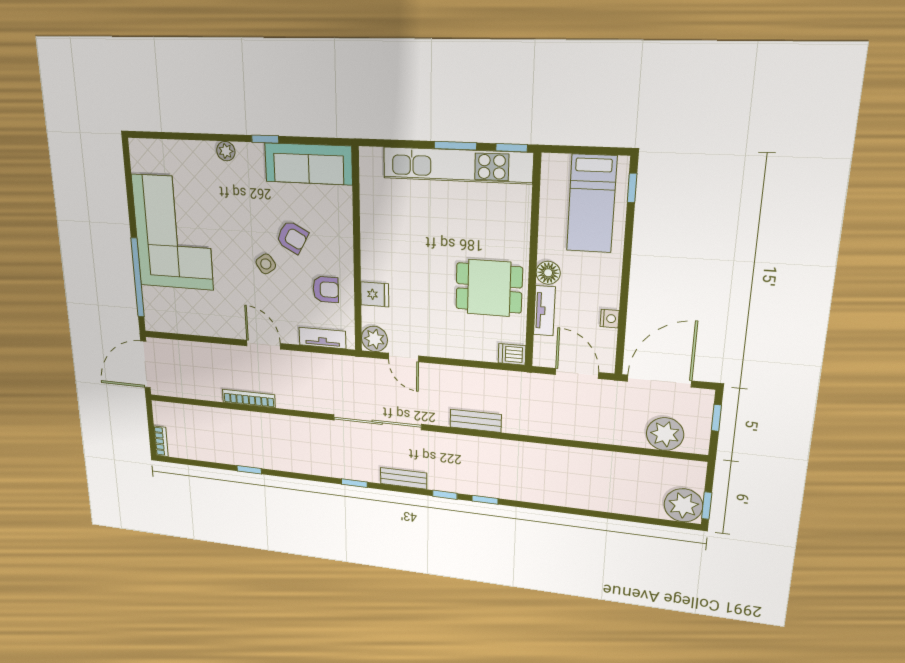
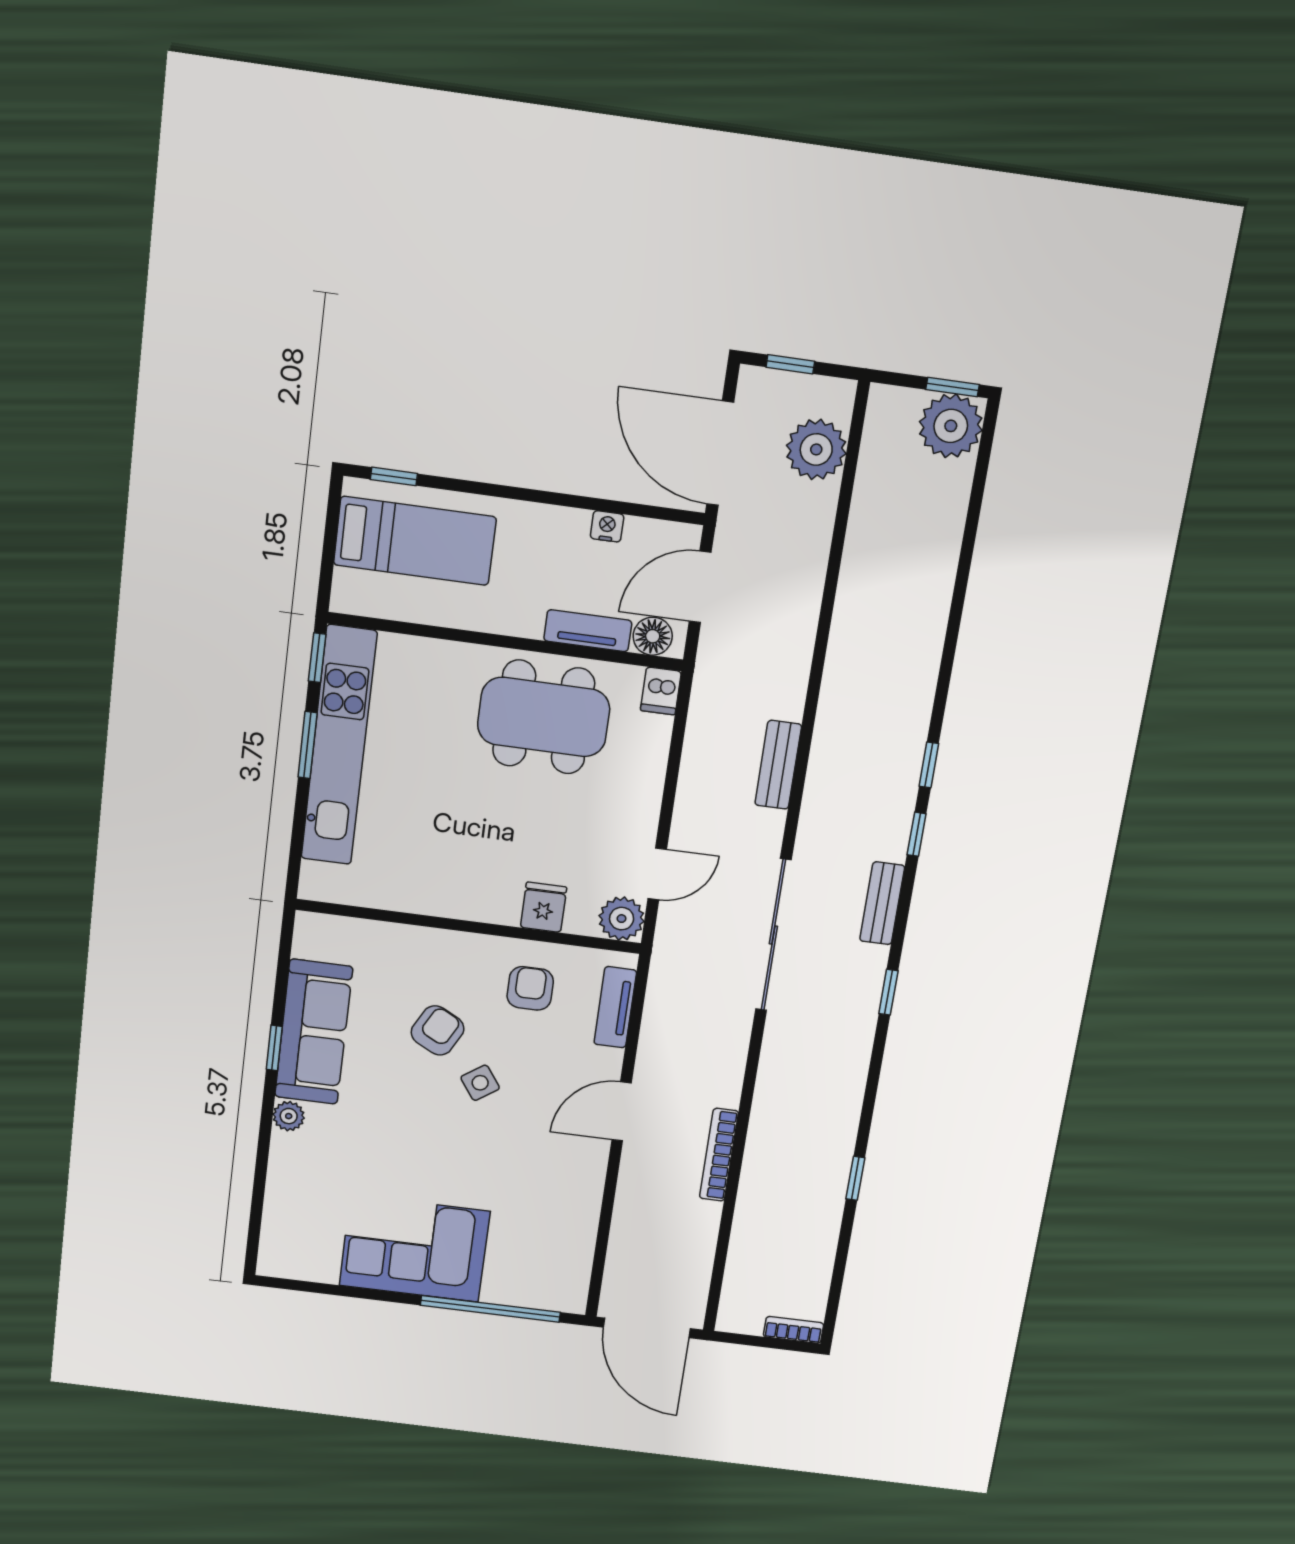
sofa: (308, 164) -> (314, 1032), moved
corner sofa: (173, 233) -> (415, 1248), width x0.73, depth x0.74
floor lamp: (548, 273) -> (653, 636), moved
dining table: (489, 288) -> (544, 717), width x1.38

